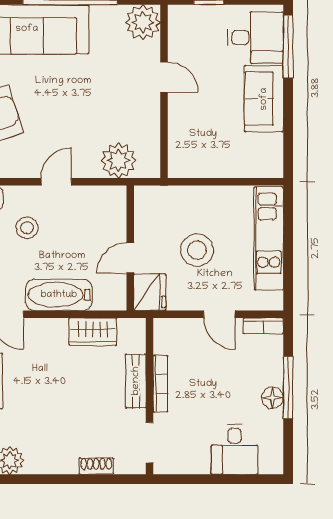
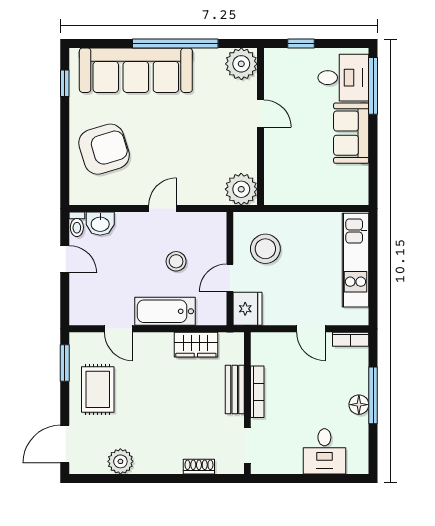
plant: (119, 160) -> (241, 189), moved
stool: (27, 228) -> (176, 261), moved
stool: (197, 250) -> (265, 249), moved

